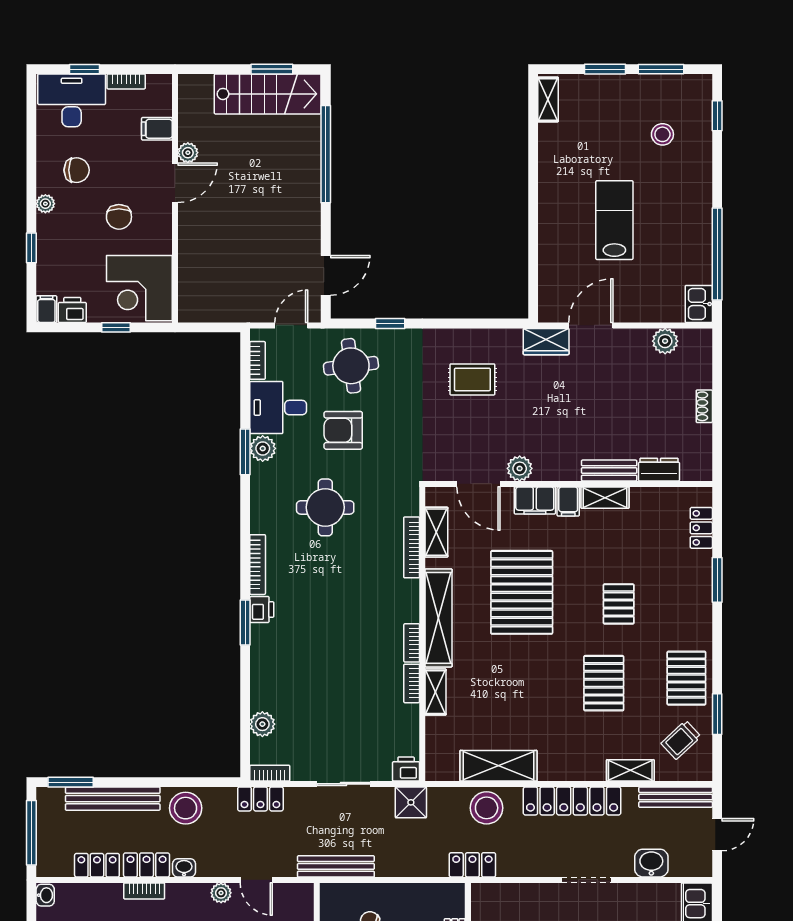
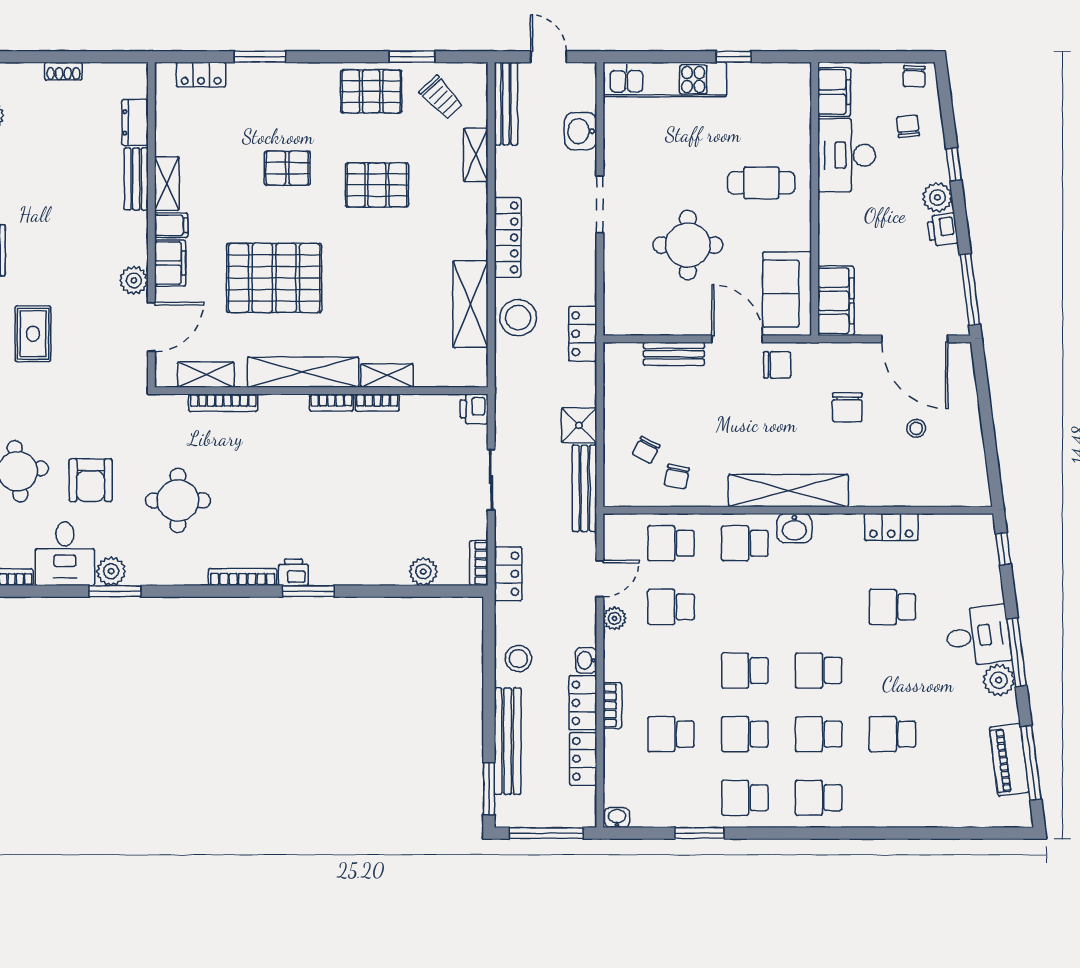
locker: (572, 801) -> (508, 237), width x0.71, depth x0.83
shower: (411, 802) -> (579, 425), moved
stool: (186, 808) -> (518, 659), width x0.73, depth x0.73

